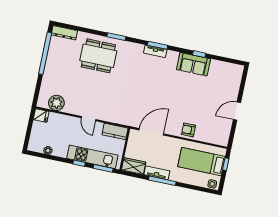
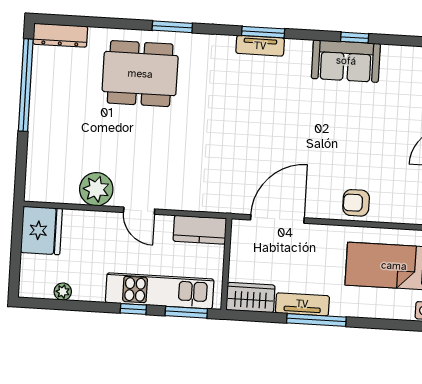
plant: (56, 103) -> (96, 189), moved
fridge: (41, 116) -> (41, 230), width x1.88, depth x1.34

